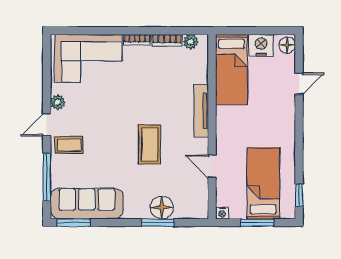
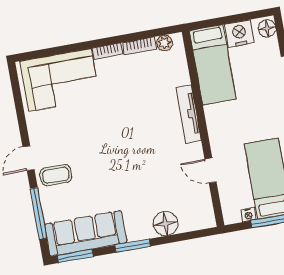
plant: (58, 102) -> (36, 132), removed
coffee table: (150, 145) -> (141, 159), removed
nightstand: (222, 213) -> (248, 215), moved
window: (158, 223) -> (133, 246), moved

